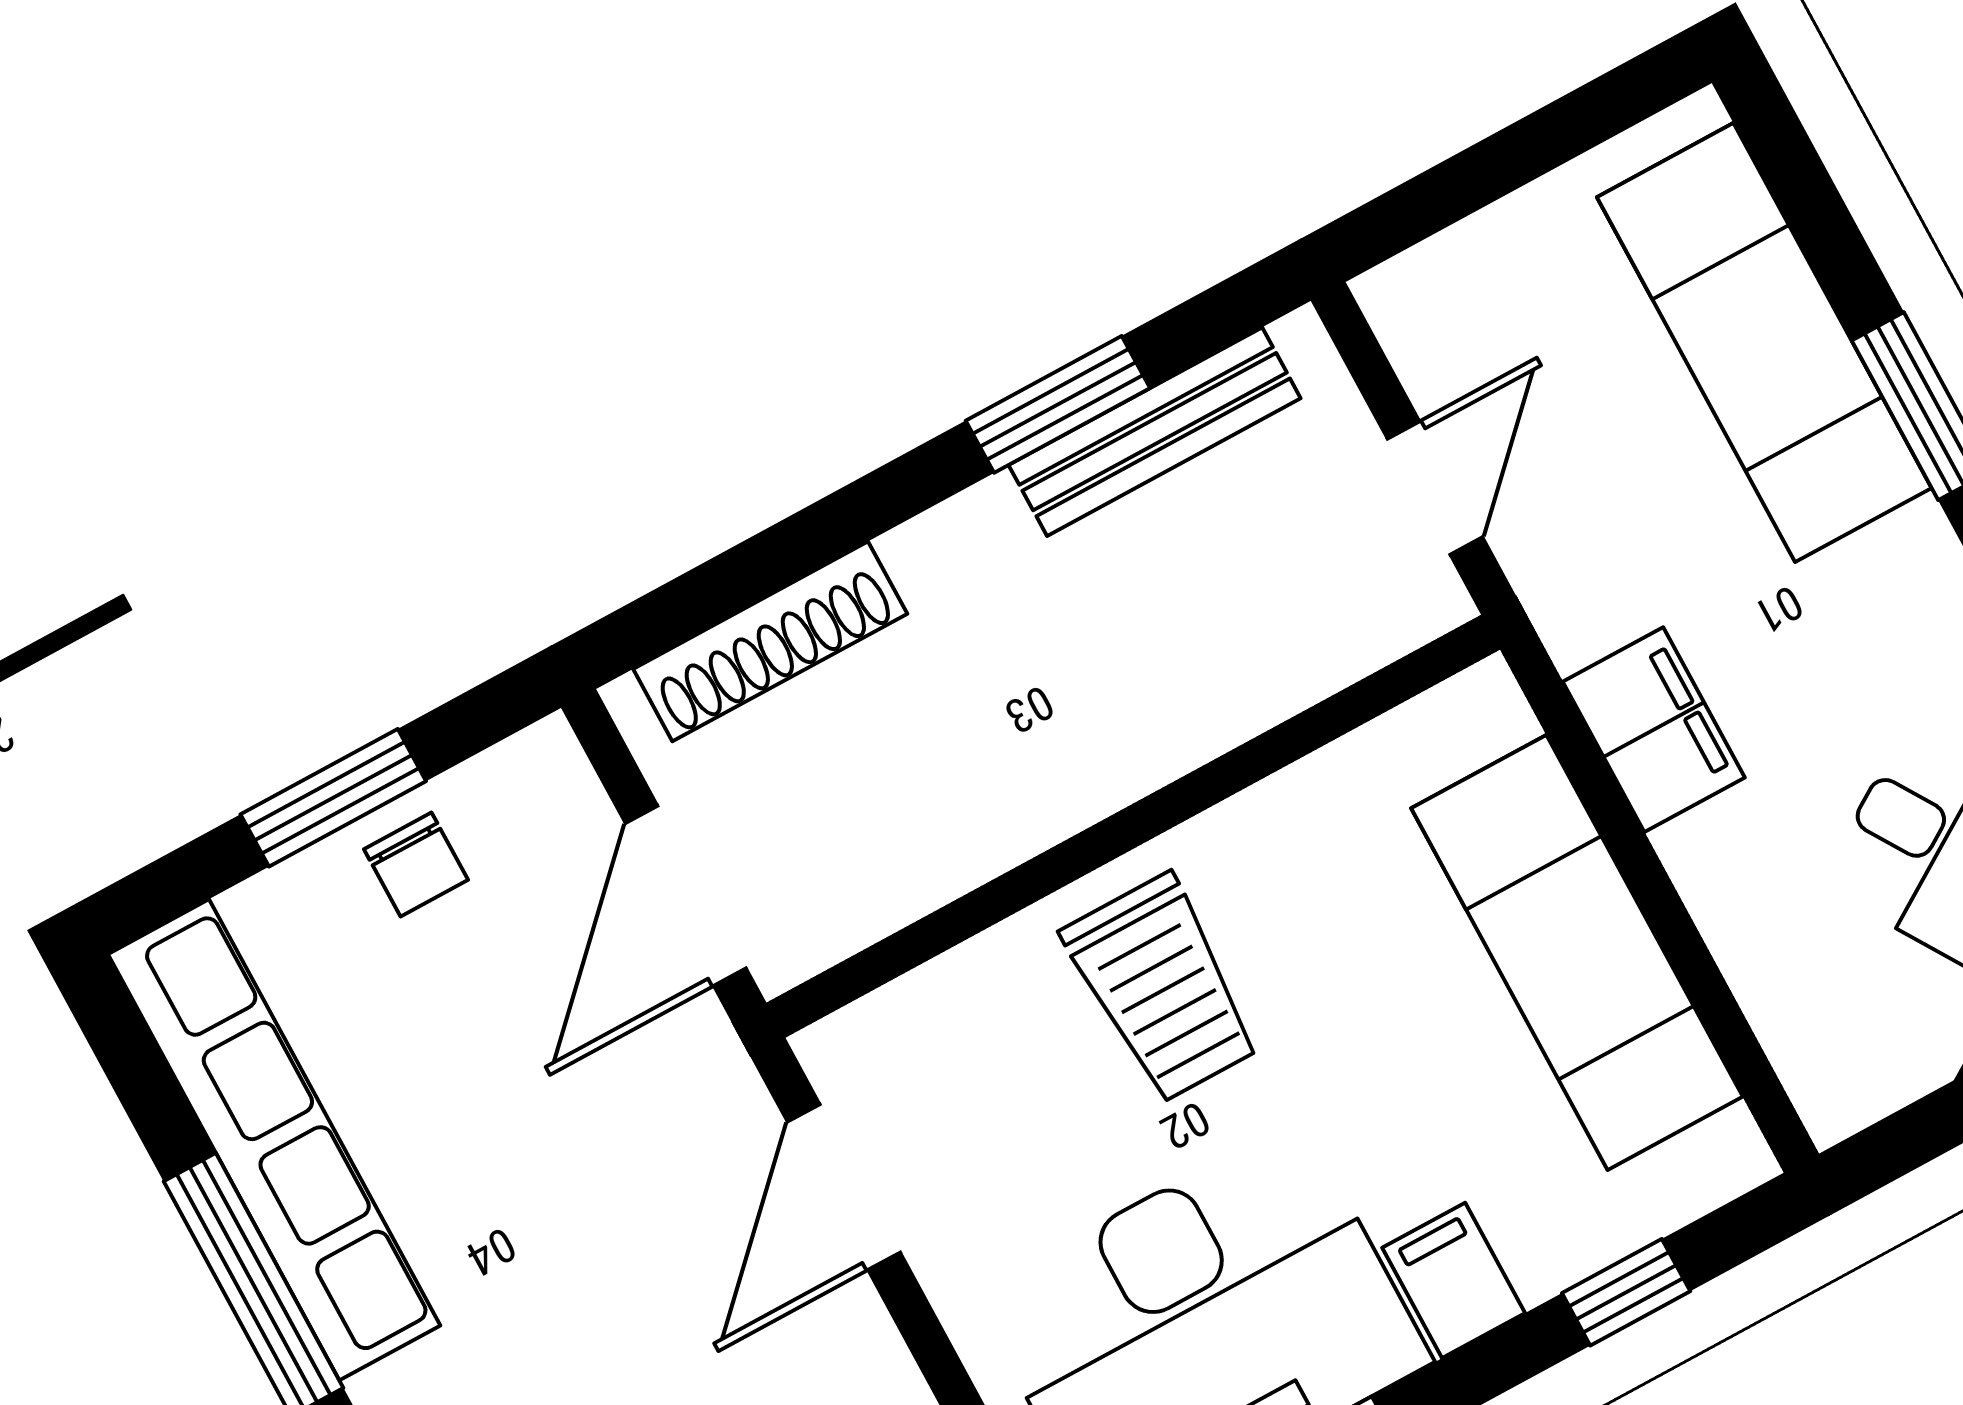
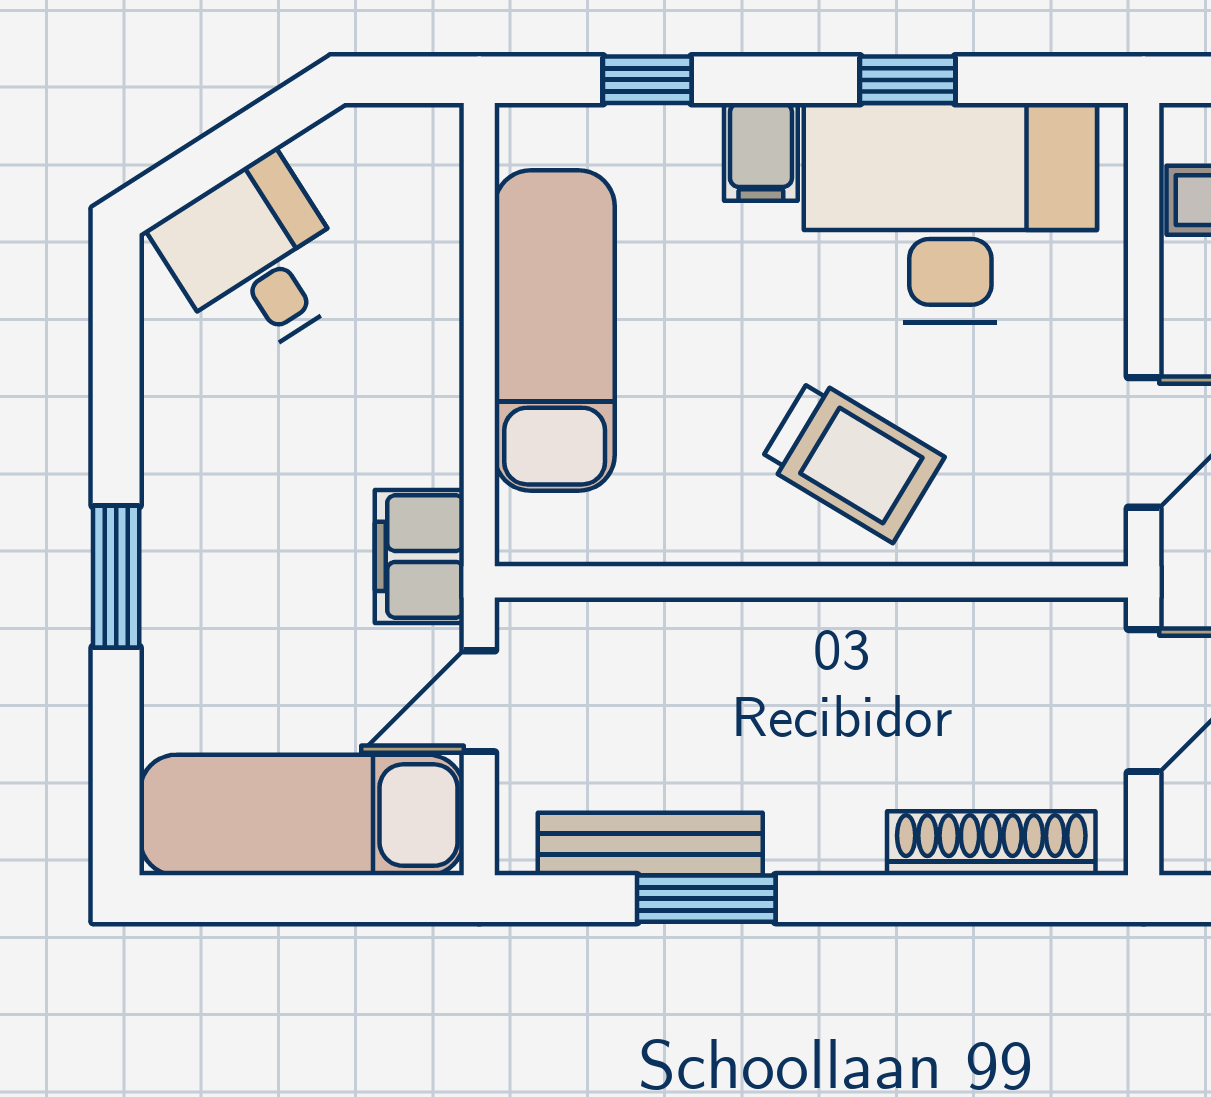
exam couch: (1764, 343) -> (302, 815), moved, turned -90
filing cabinet: (1654, 730) -> (419, 556), moved
trolley: (1162, 989) -> (852, 460), turned 121

